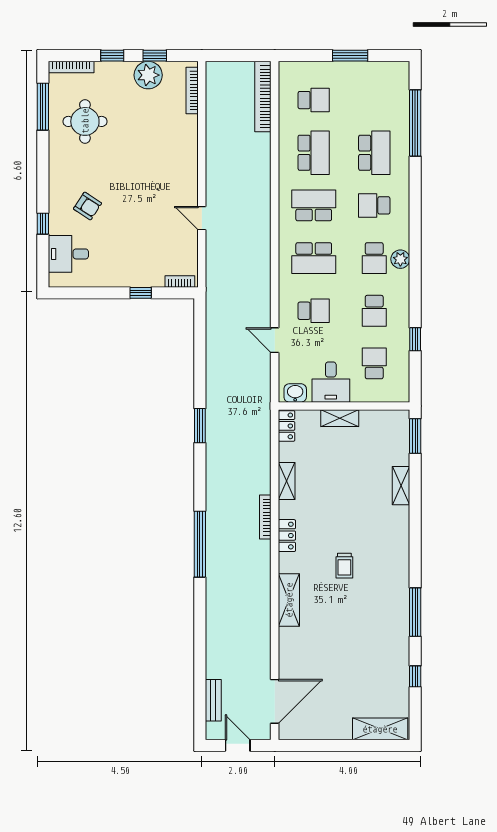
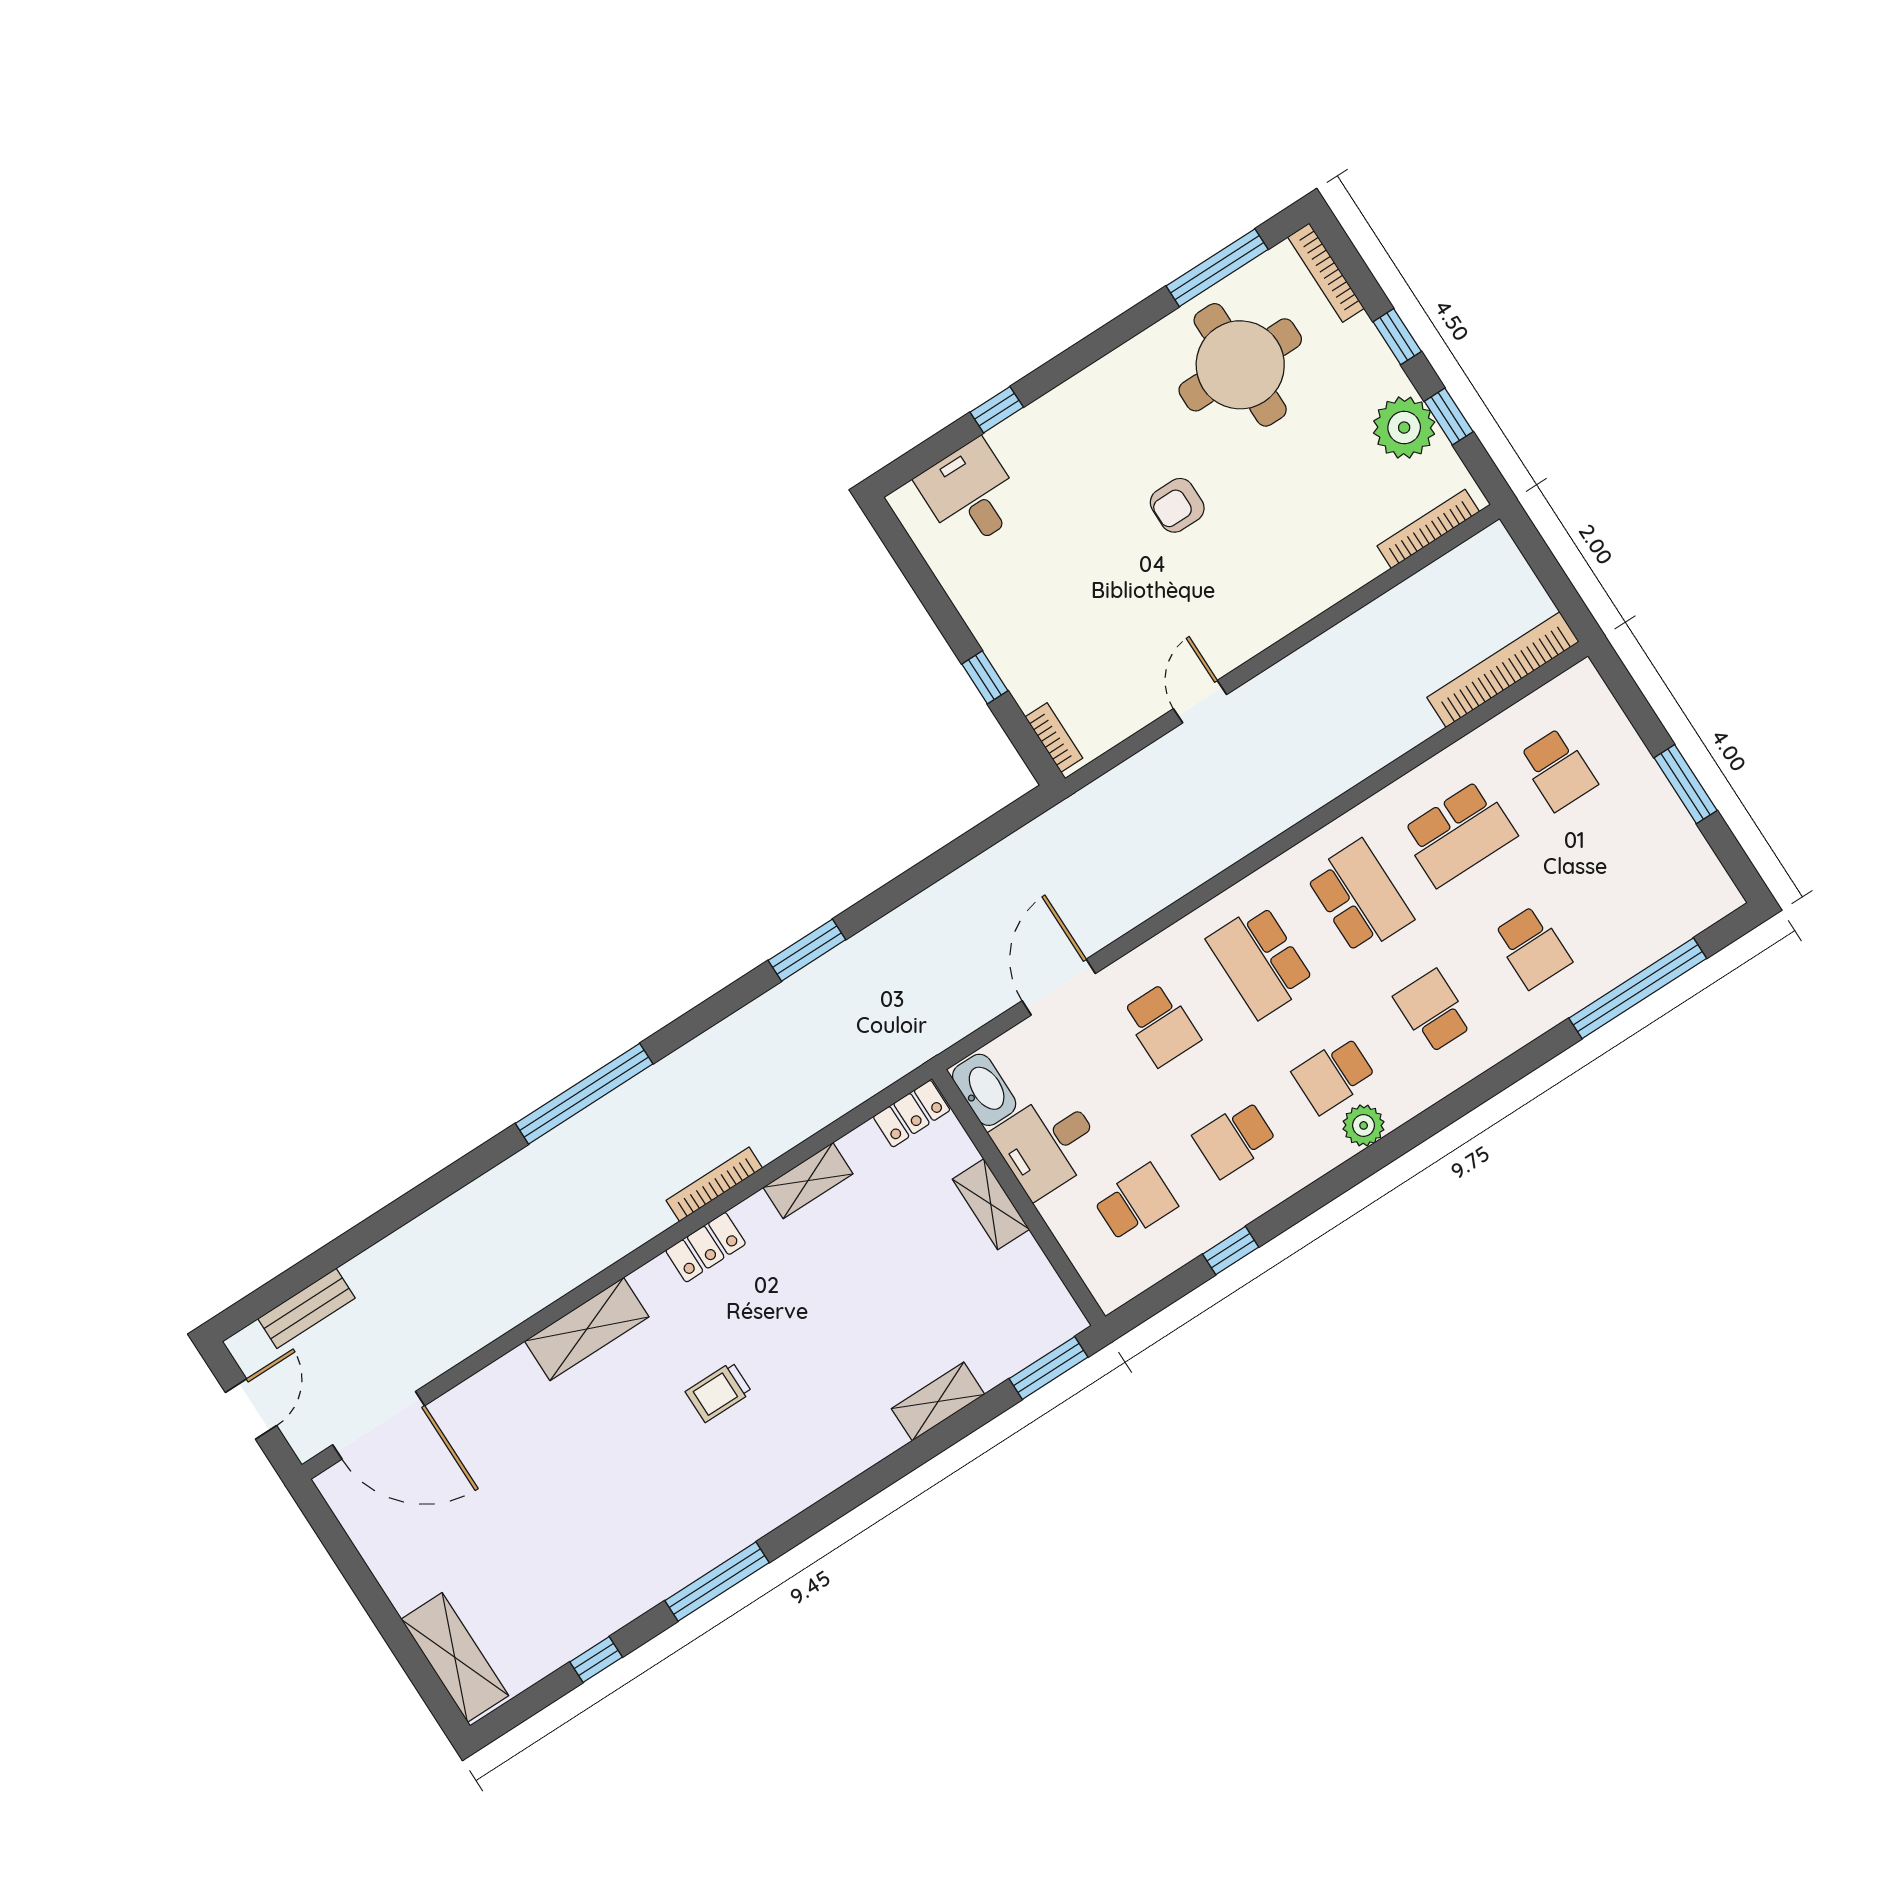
round table: (85, 121) -> (1240, 365), width x1.36, depth x1.36
school desk: (374, 153) -> (1532, 947), width x0.54
armchair: (88, 206) -> (1177, 505), moved, turned 57
door: (275, 340) -> (1059, 987), width x1.38
washbasin: (295, 393) -> (984, 1090), width x1.38

